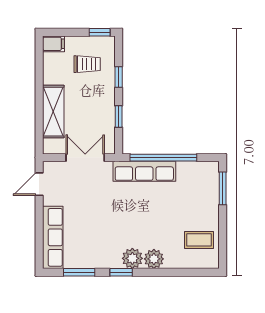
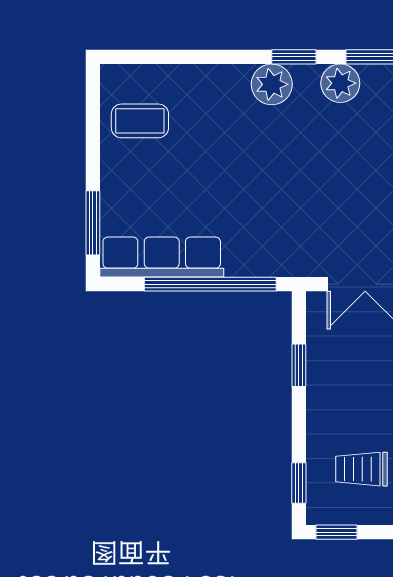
window: (119, 77) -> (299, 483), moved
row of seats: (144, 171) -> (162, 257), moved
plant: (154, 259) -> (340, 83), moved

